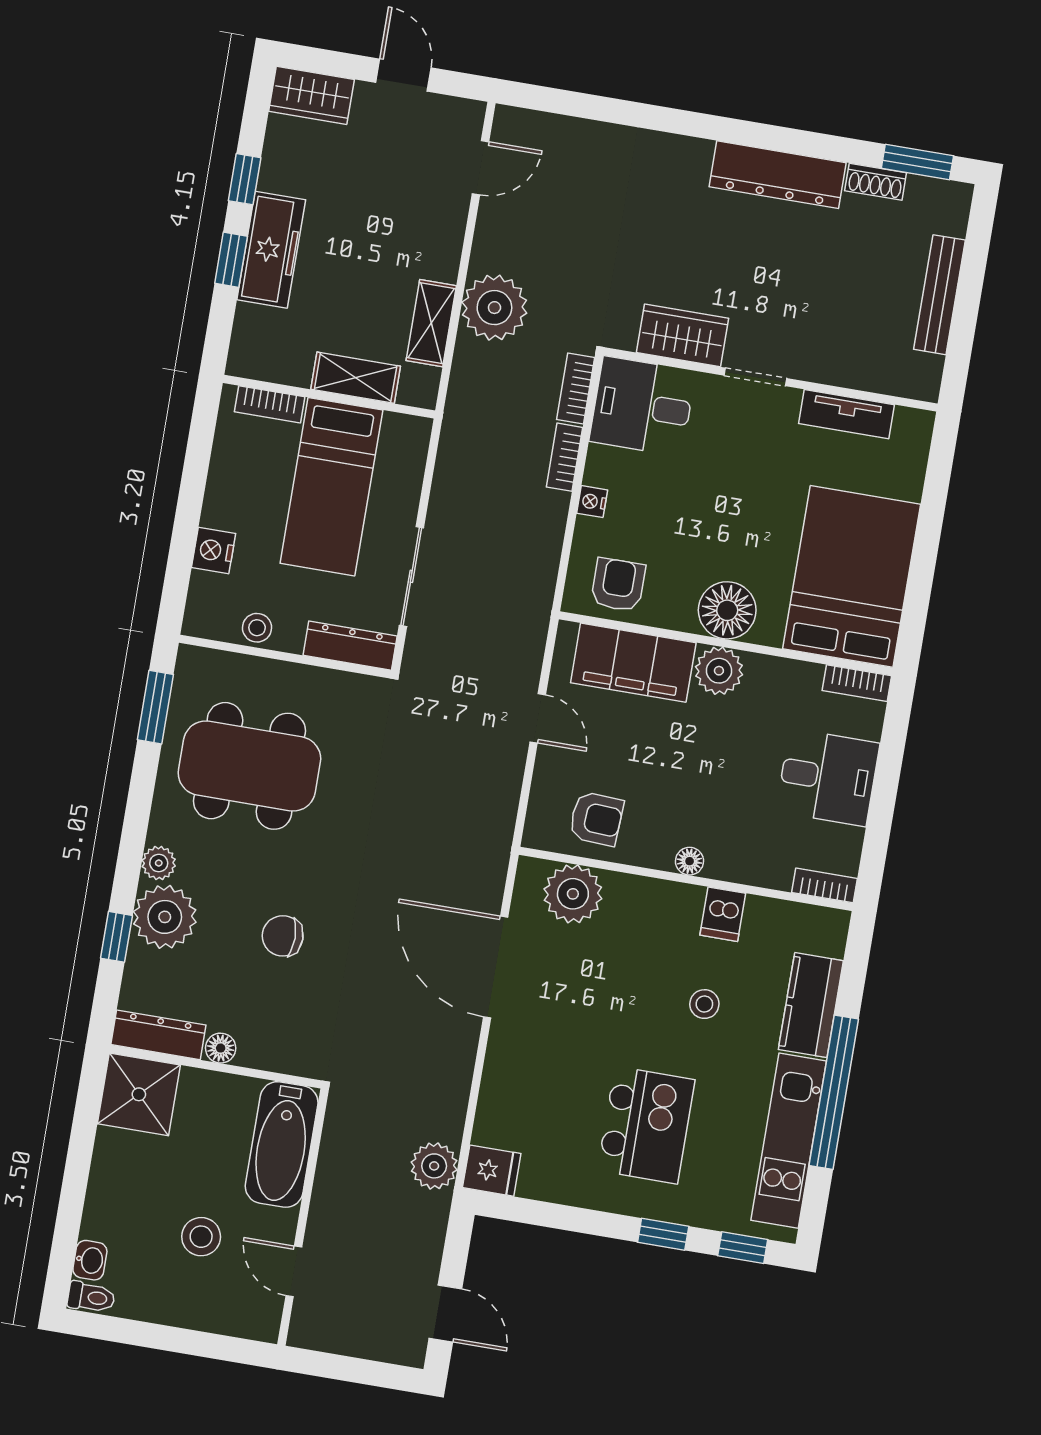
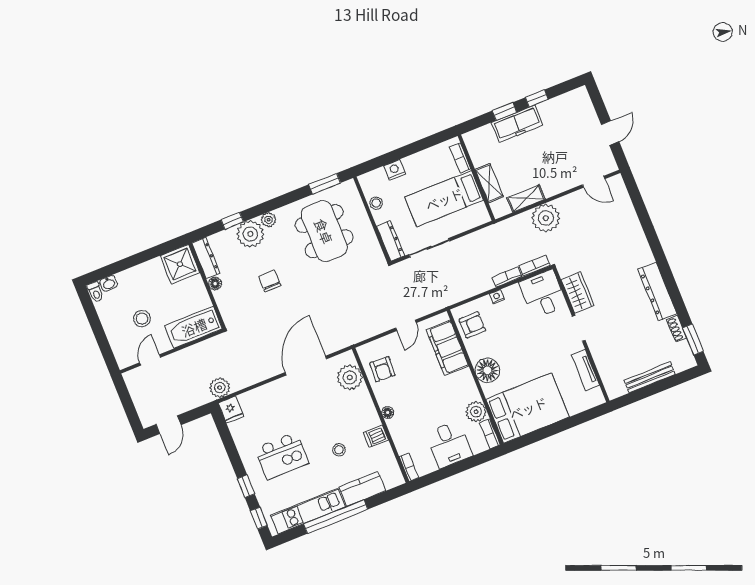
wardrobe: (311, 95) -> (582, 104), removed
plant: (719, 671) -> (476, 412), moved

